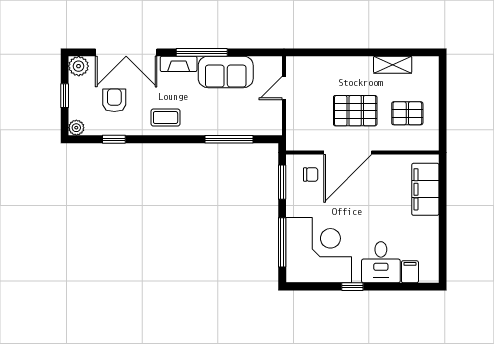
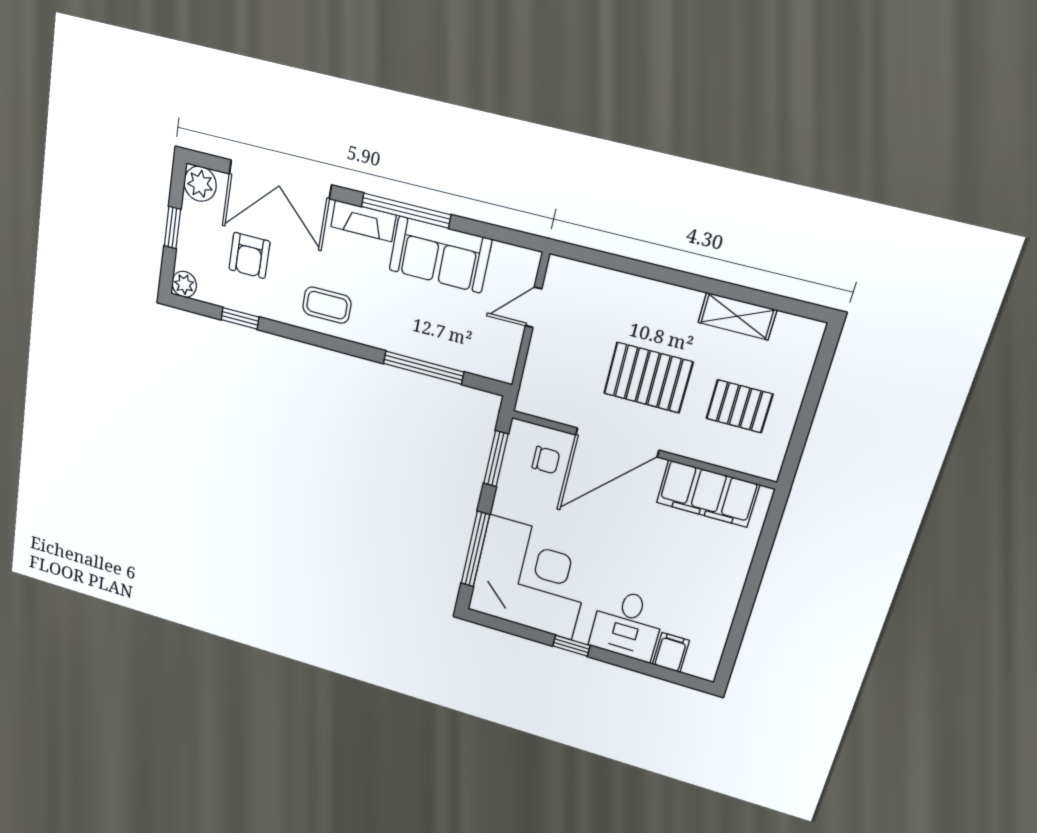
armchair: (114, 100) -> (249, 255), turned 180
filing cabinet: (425, 189) -> (708, 494), moved, turned -90

